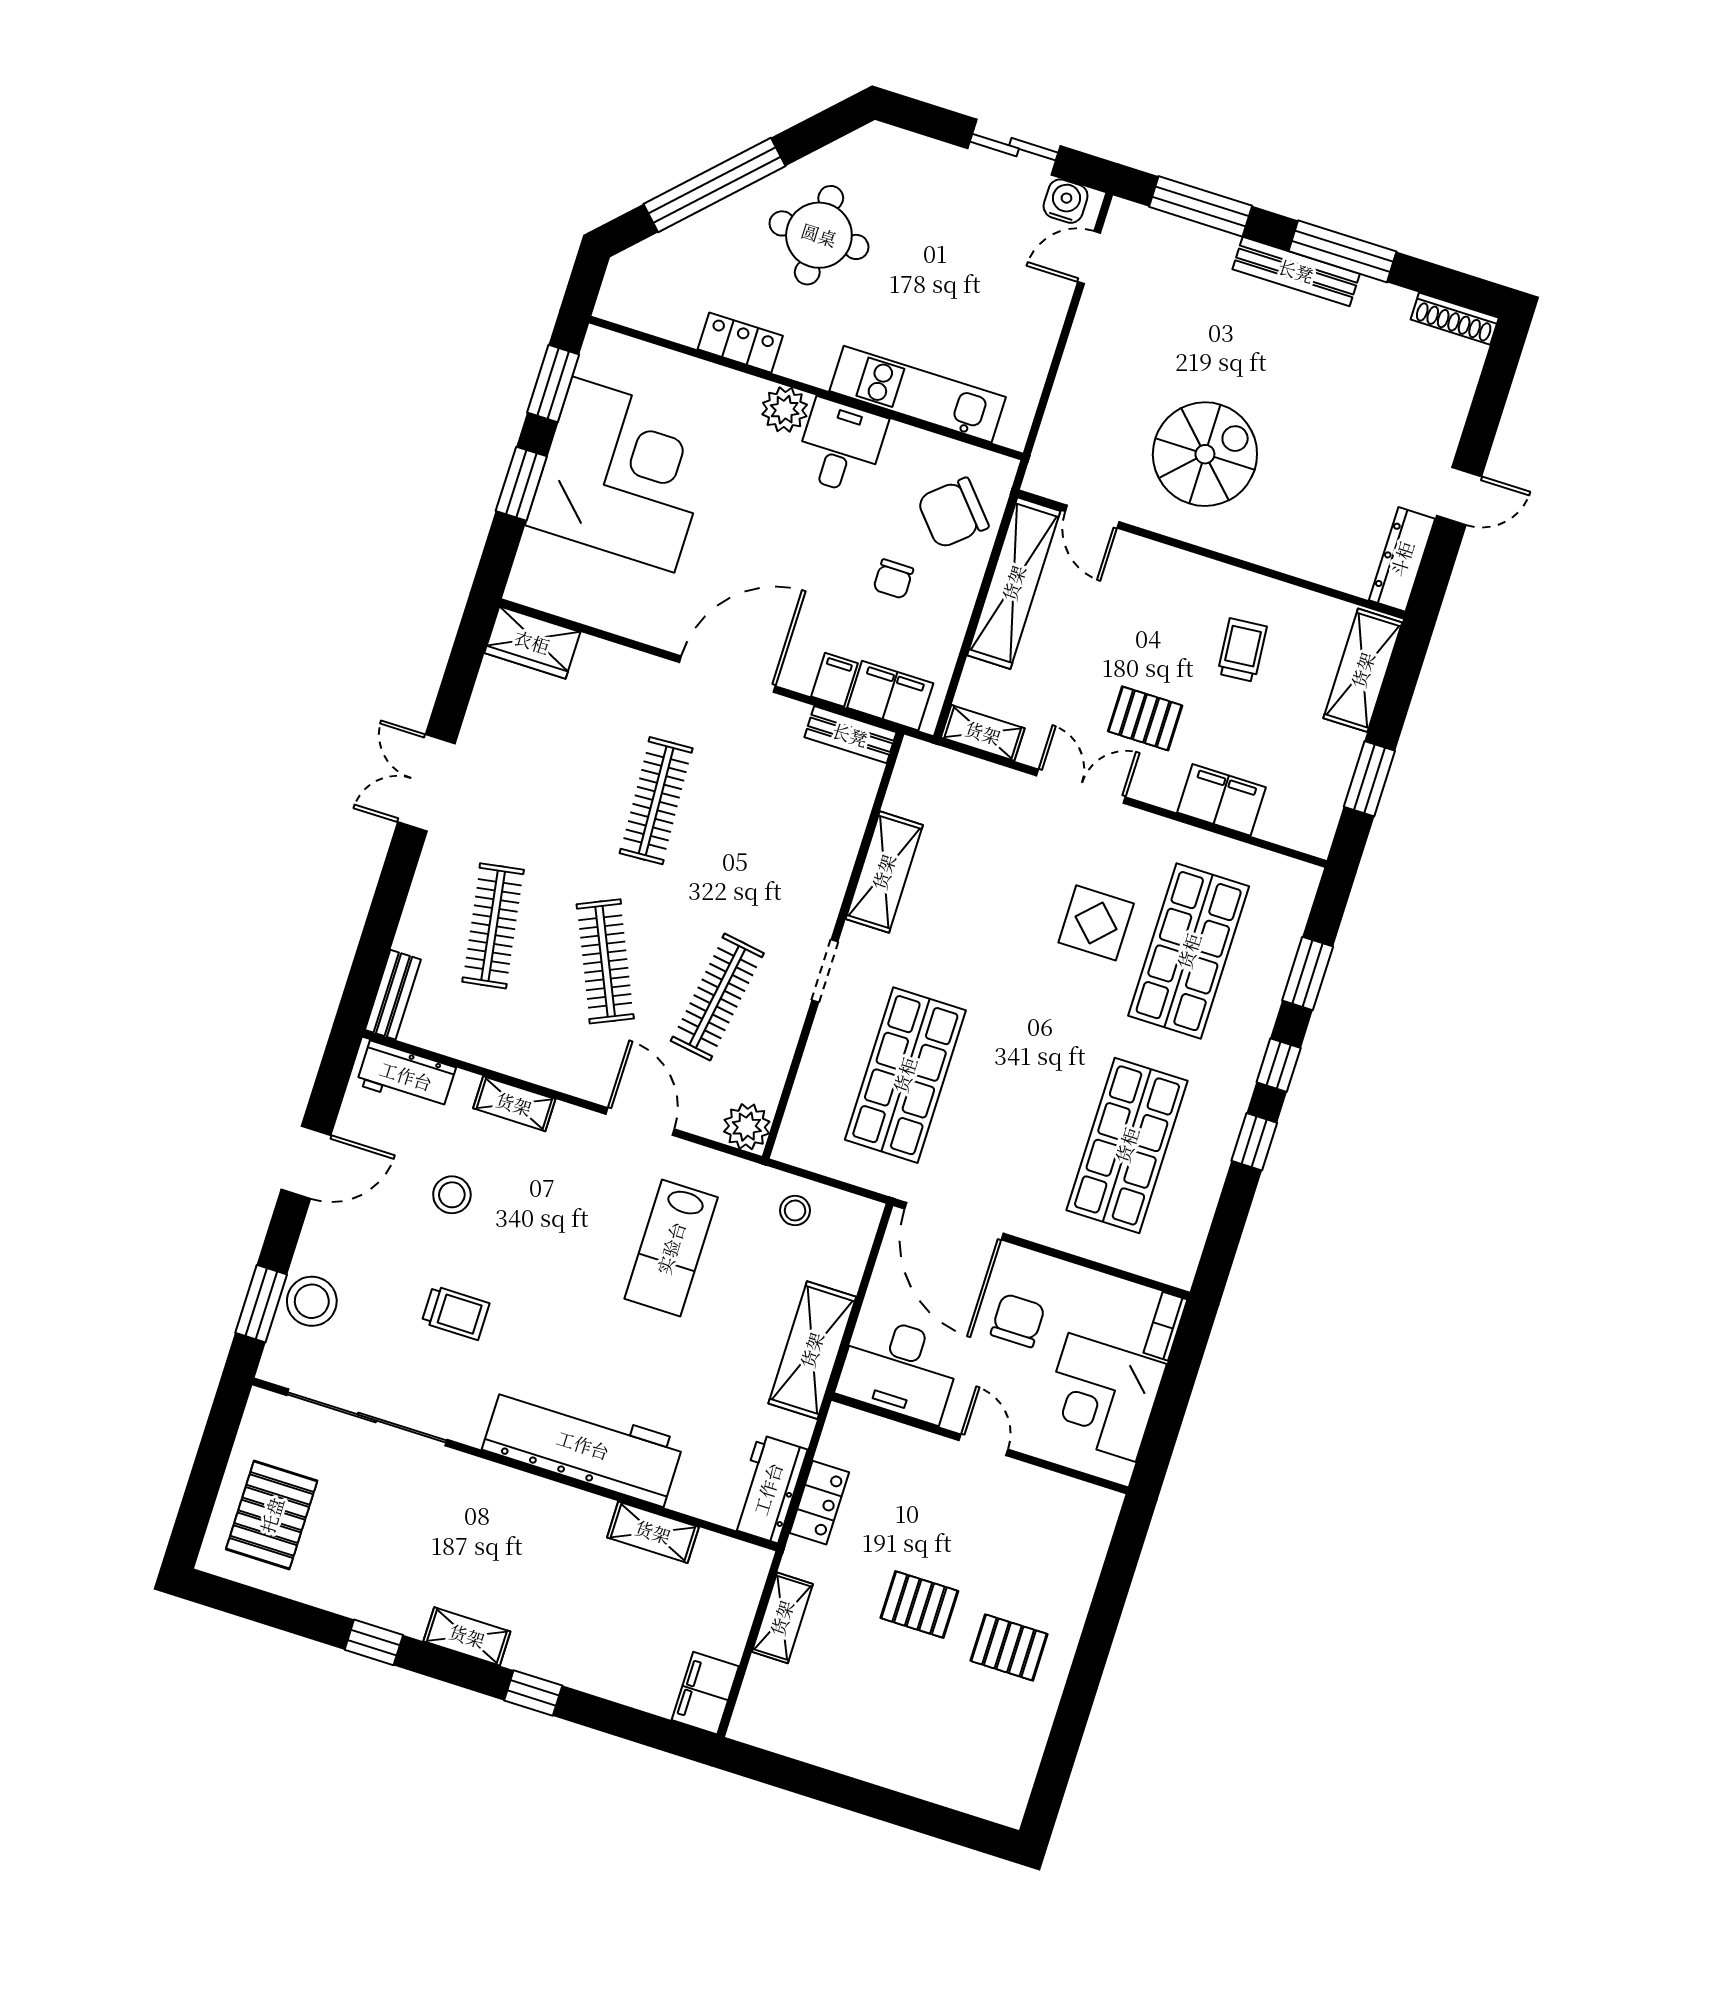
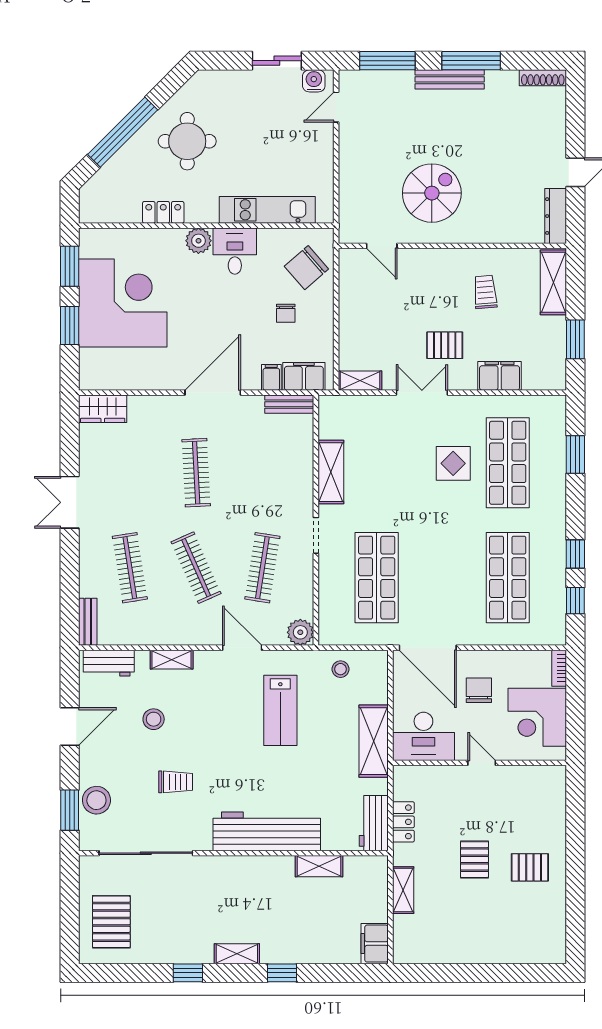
shelving: (1014, 583) -> (351, 295), removed
window: (1279, 1065) -> (575, 601), moved
pallet: (919, 1605) -> (474, 860), turned 90

